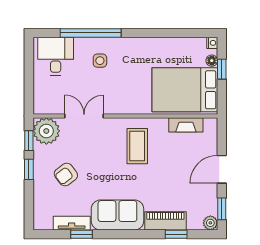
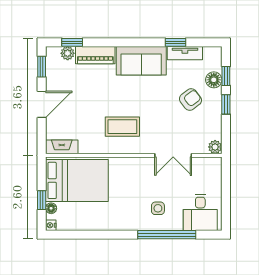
fireplace: (186, 125) -> (62, 147), moved
plant: (46, 131) -> (215, 147), width x0.53, depth x0.53
window: (29, 141) -> (226, 76), moved
coffee table: (137, 146) -> (122, 127), turned 90
floor lamp: (41, 195) -> (214, 80), added
plant: (210, 223) -> (68, 53), moved
window: (176, 234) -> (72, 42), moved

